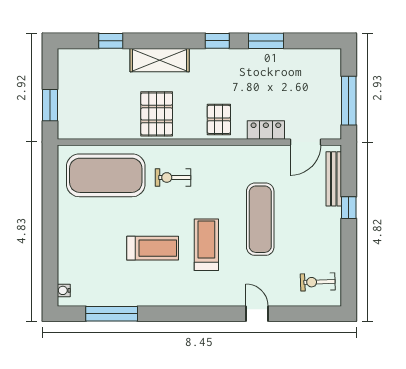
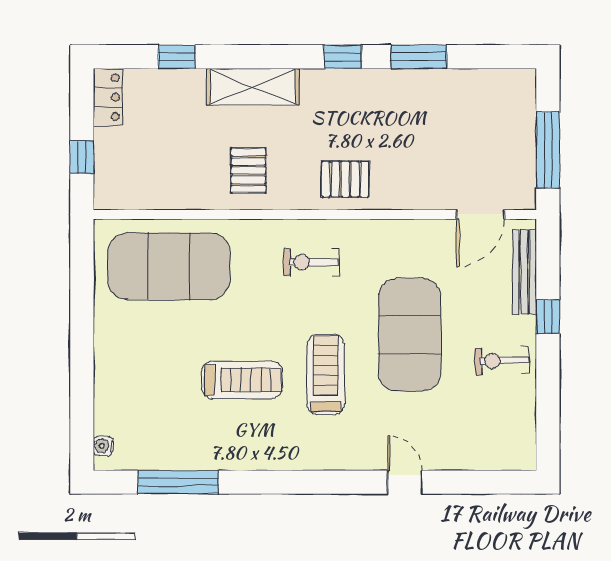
window: (50, 105) -> (82, 157), width x0.67
pallet: (157, 114) -> (248, 171), width x0.67, depth x0.71
pallet: (219, 119) -> (345, 179), turned 90
locker: (266, 130) -> (108, 97), moved, turned 90
exercise bike: (173, 177) -> (312, 262), moved
exercise mat: (260, 219) -> (410, 335), width x1.47
exercise bike: (318, 282) -> (502, 361), moved

